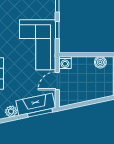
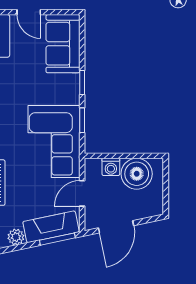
boiler: (100, 62) -> (137, 174), width x1.86, depth x1.86
washing machine: (65, 63) -> (111, 167), moved
door: (81, 104) -> (116, 227), added

